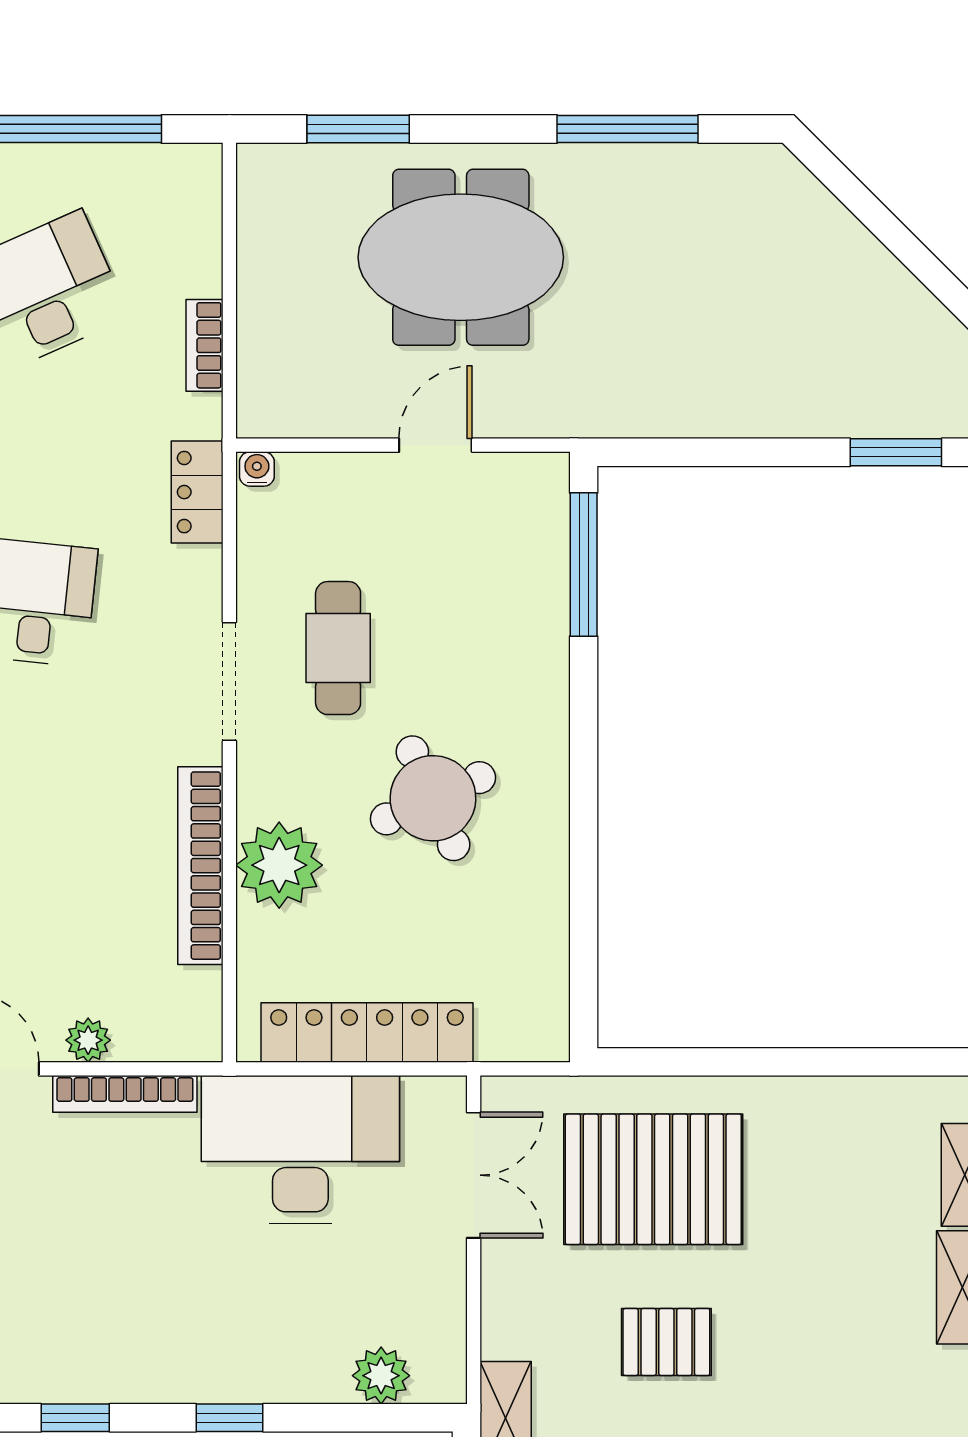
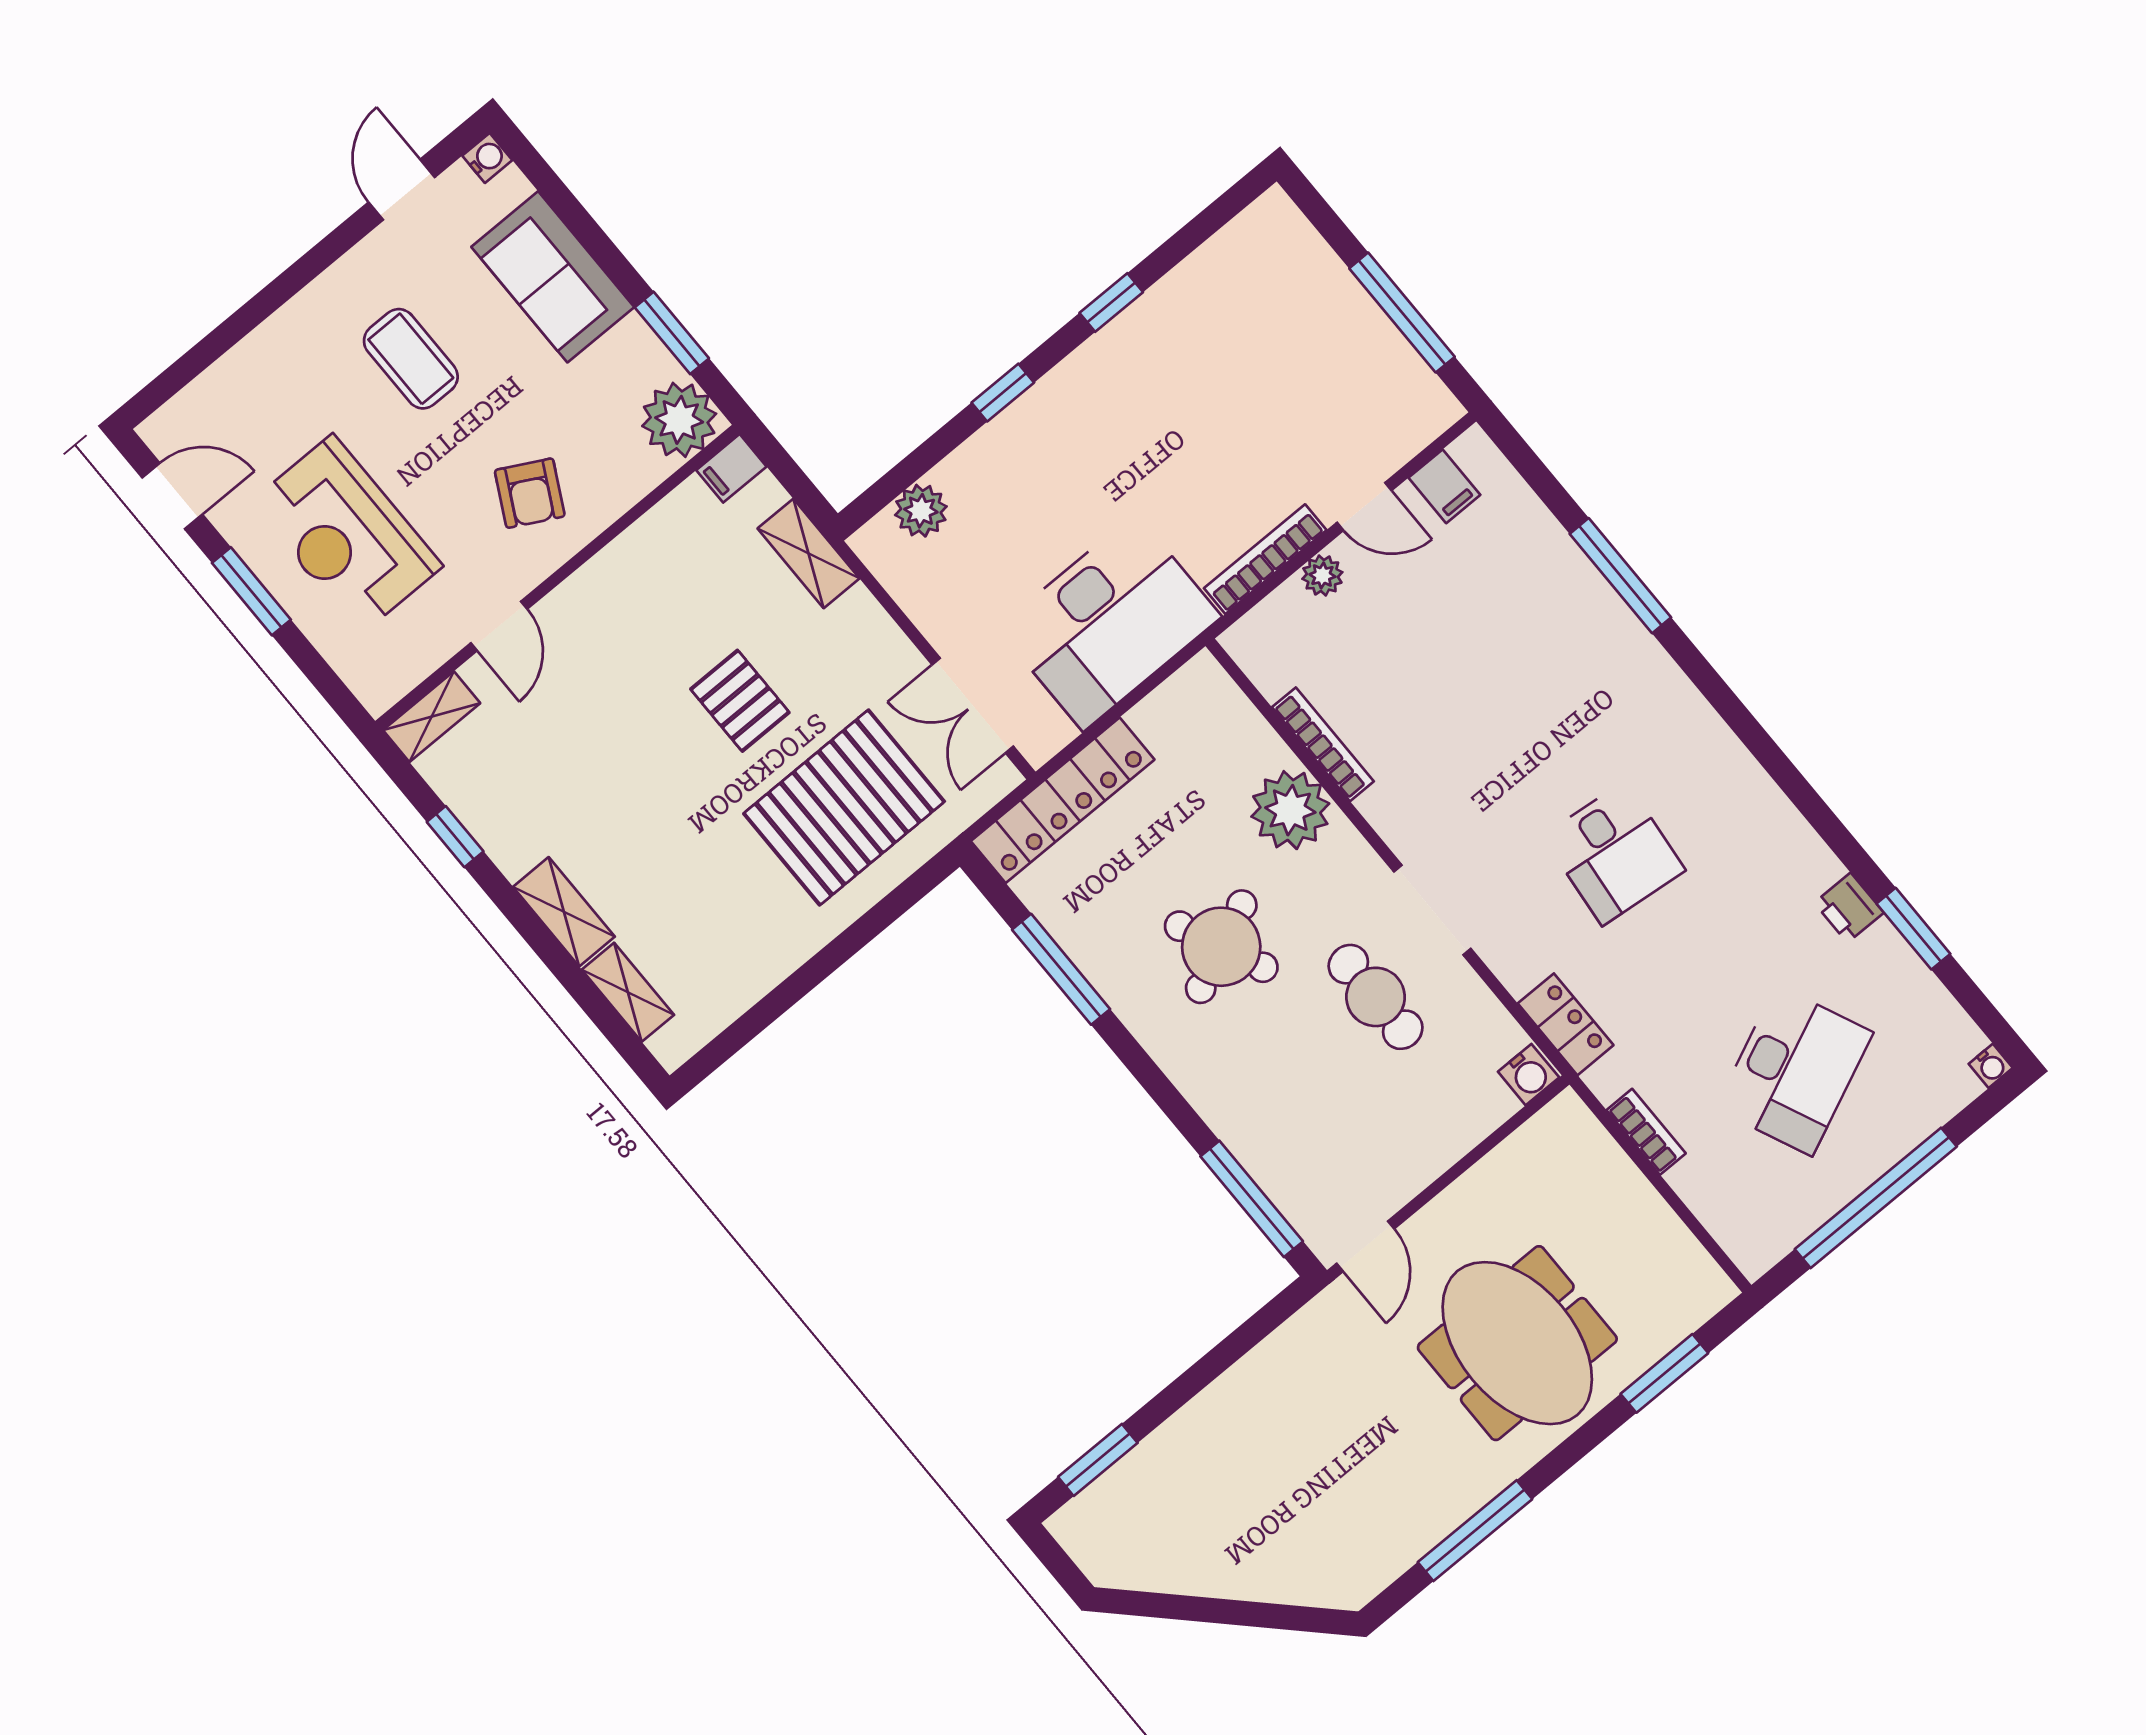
meeting table: (461, 257) -> (1517, 1343), turned 90
door: (435, 445) -> (1365, 1246), moved
water cooler: (257, 469) -> (1529, 1075), width x1.38, depth x1.38
bookcase: (200, 866) -> (1323, 744), width x0.68, depth x0.76
window: (584, 891) -> (1061, 969), added
locker: (367, 1033) -> (1063, 800), moved
pallet: (666, 1342) -> (740, 701), turned 90

